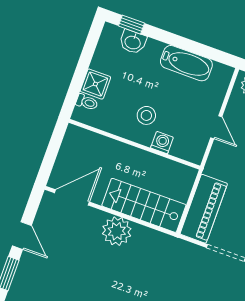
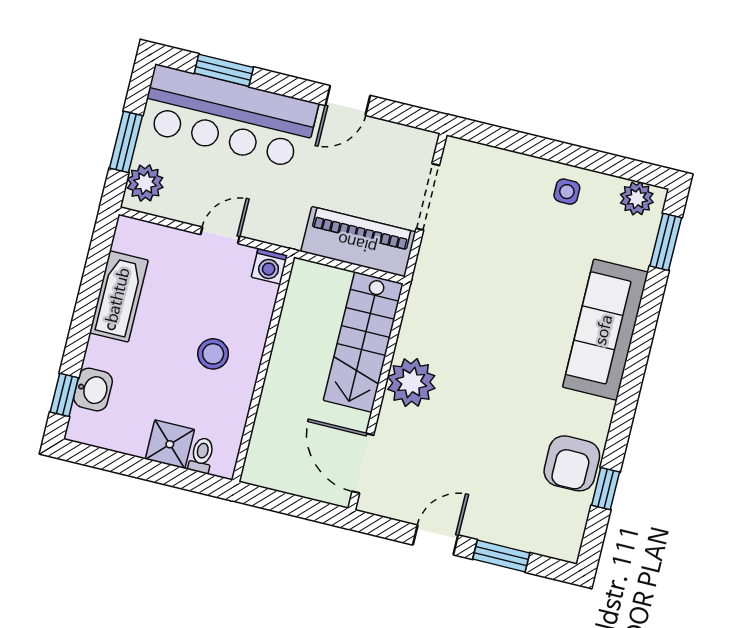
washing machine: (162, 143) -> (269, 266), moved, turned -90

